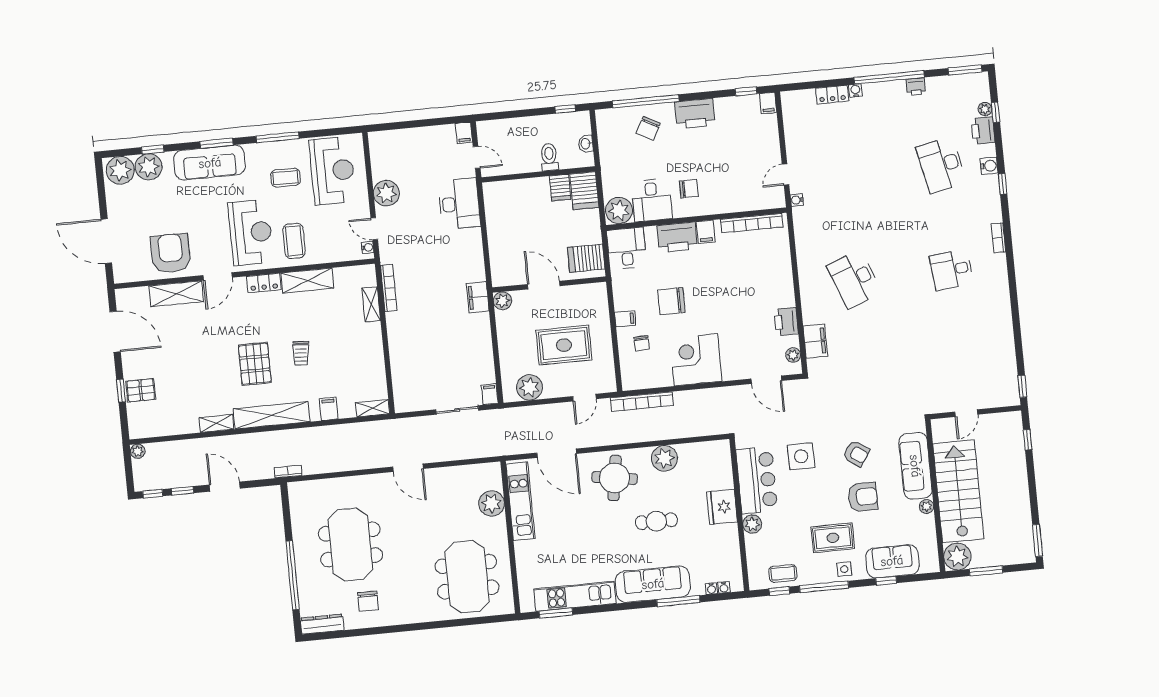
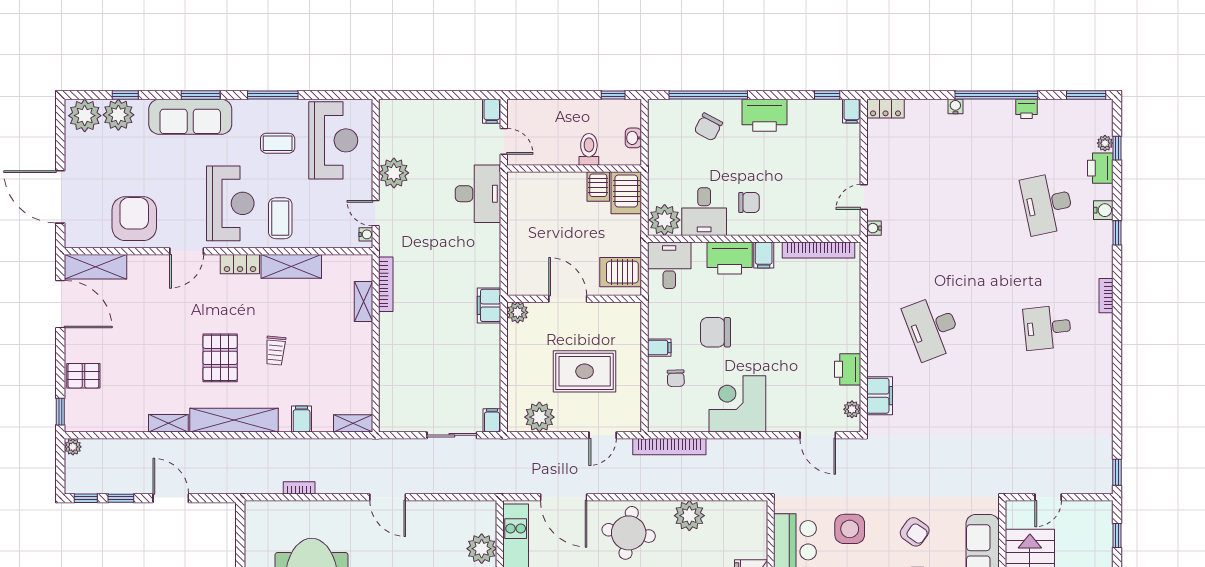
locker: (832, 95) -> (886, 109), moved
shelving: (176, 294) -> (96, 267), moved
window: (121, 391) -> (60, 412), moved
bookcase: (288, 472) -> (299, 488), moved

